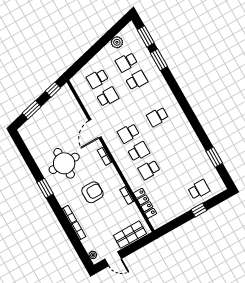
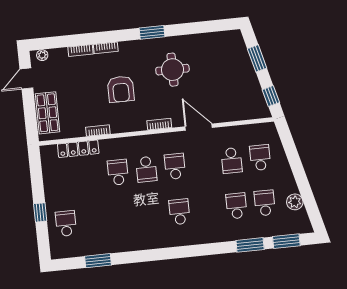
school desk: (137, 80) -> (236, 206), turned 180
round table: (64, 163) -> (172, 70), width x0.73, depth x0.73
school desk: (199, 190) -> (66, 223), turned 180

